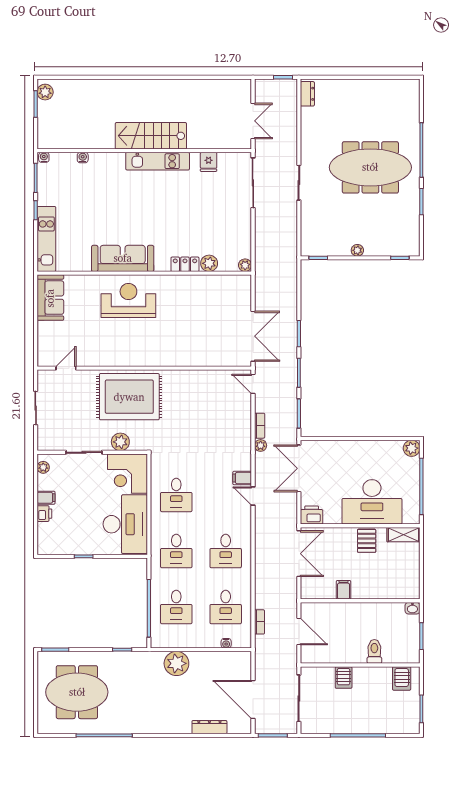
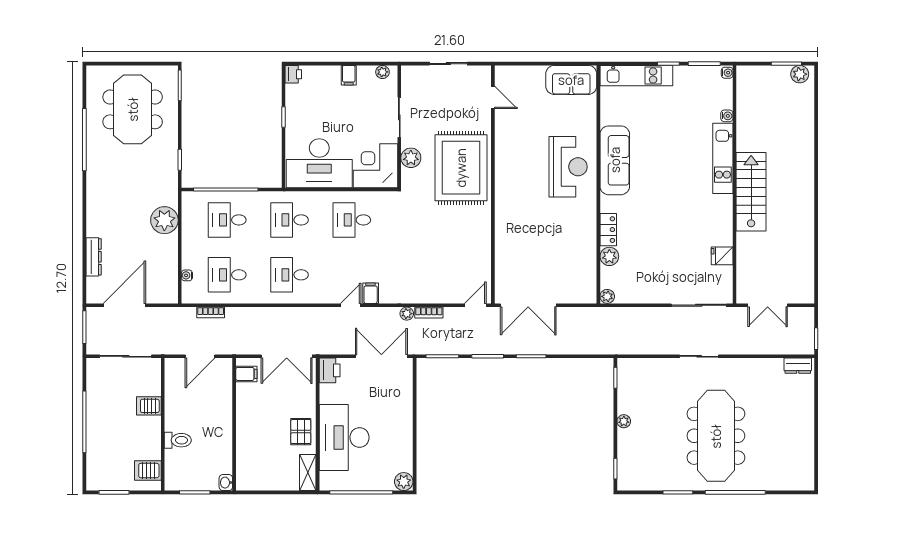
kitchen unit: (158, 161) -> (723, 158), moved
printer: (44, 514) -> (293, 74), moved, turned -90
pallet: (367, 541) -> (301, 432), turned 90
filing cabinet: (344, 590) -> (246, 374), moved

